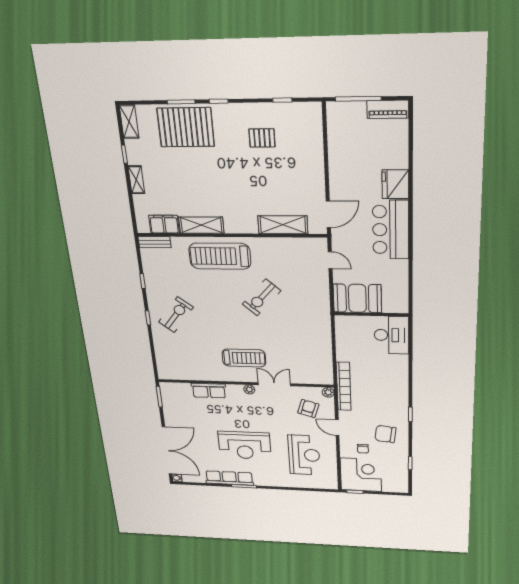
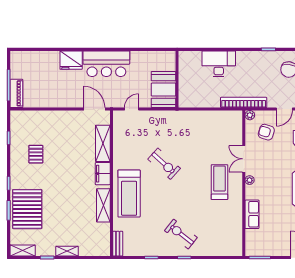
piano: (388, 109) -> (16, 93), moved
filing cabinet: (164, 224) -> (103, 174), moved
desk: (391, 335) -> (219, 64), moved

